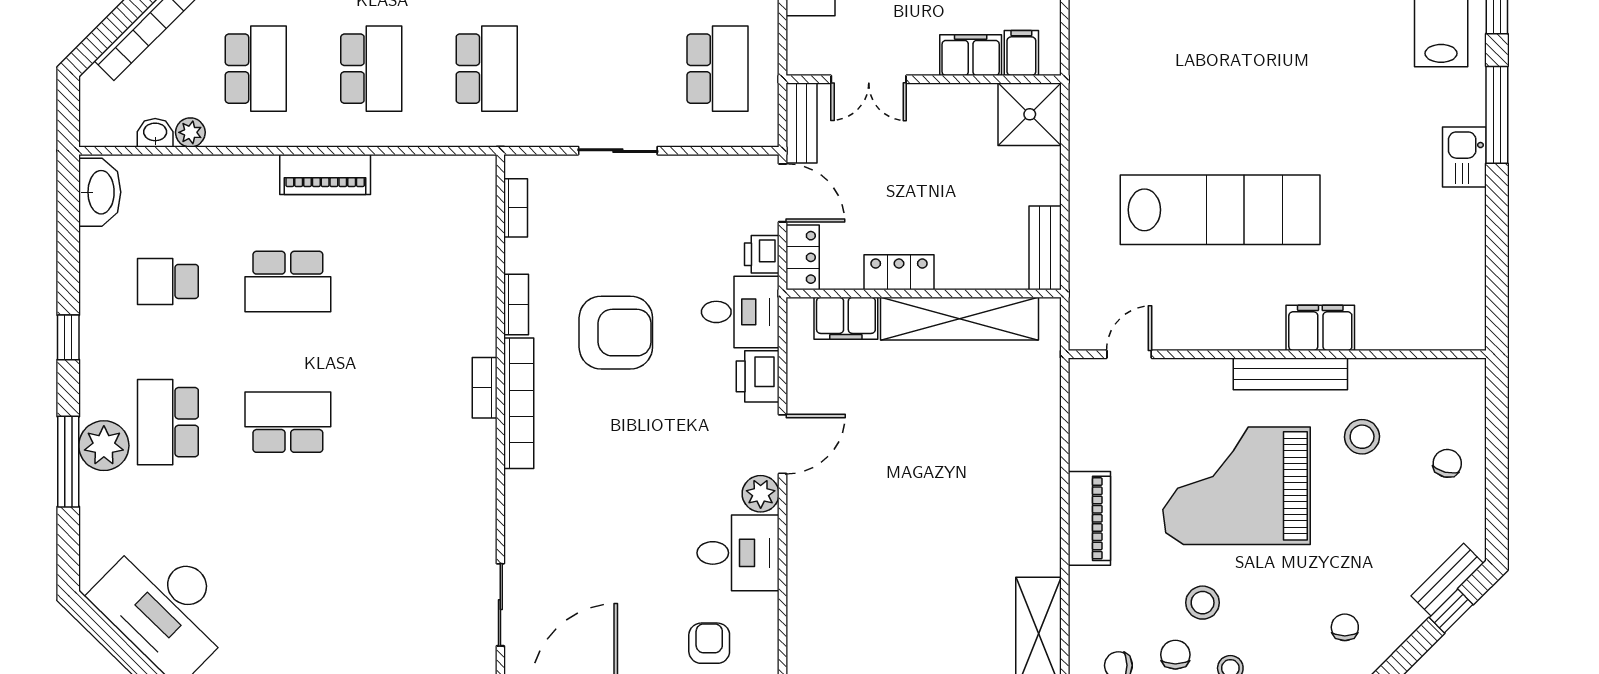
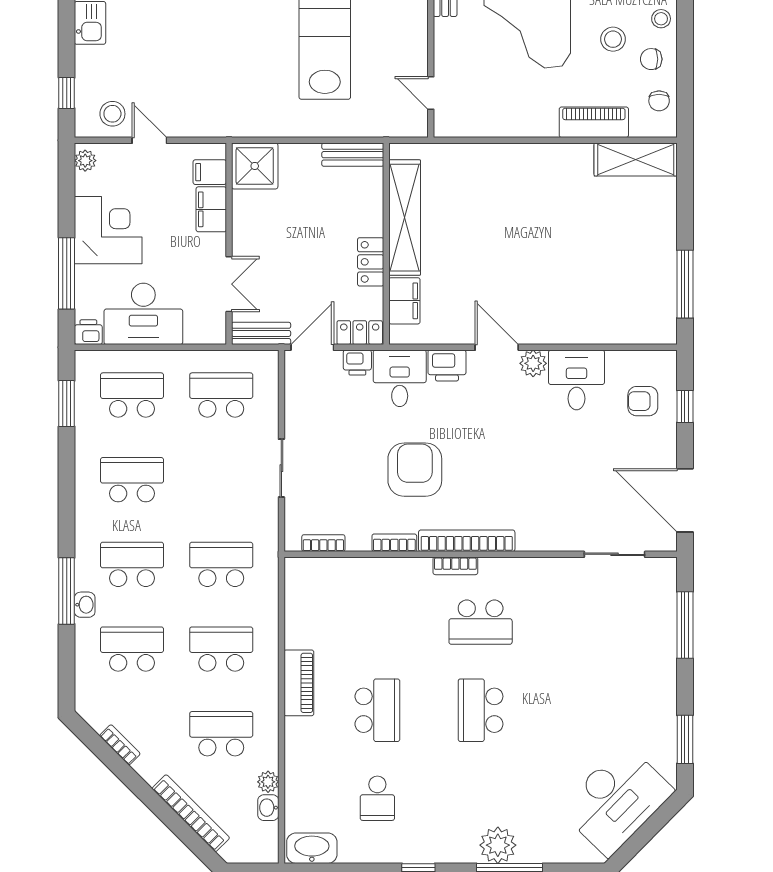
school desk: (168, 422) -> (481, 622), moved
piano: (1089, 518) -> (594, 122), moved

